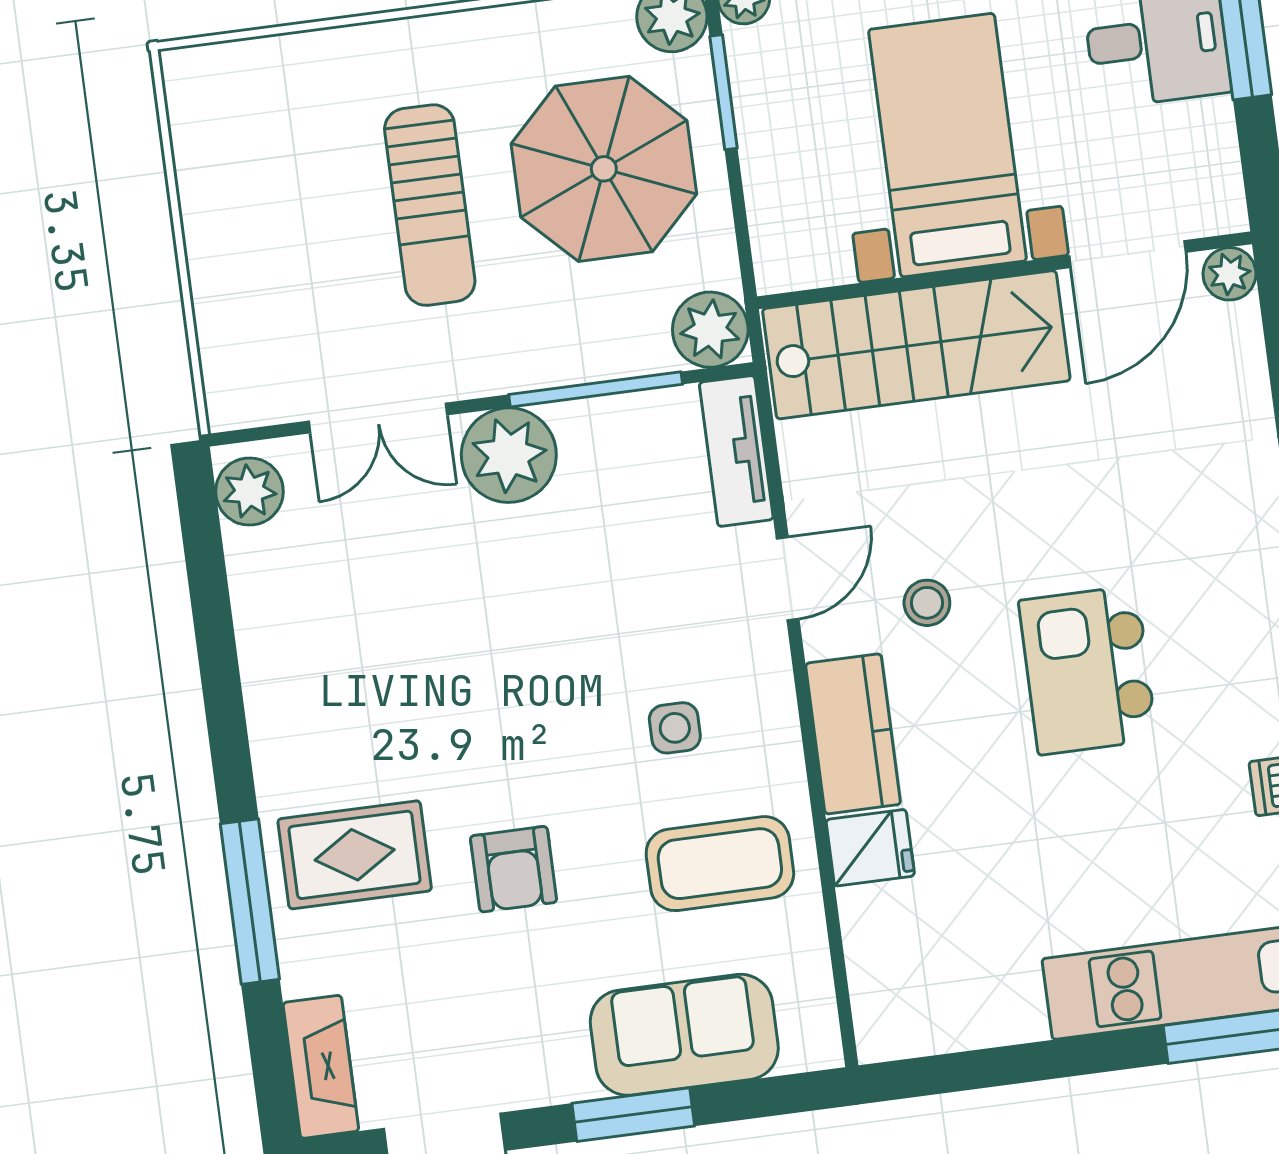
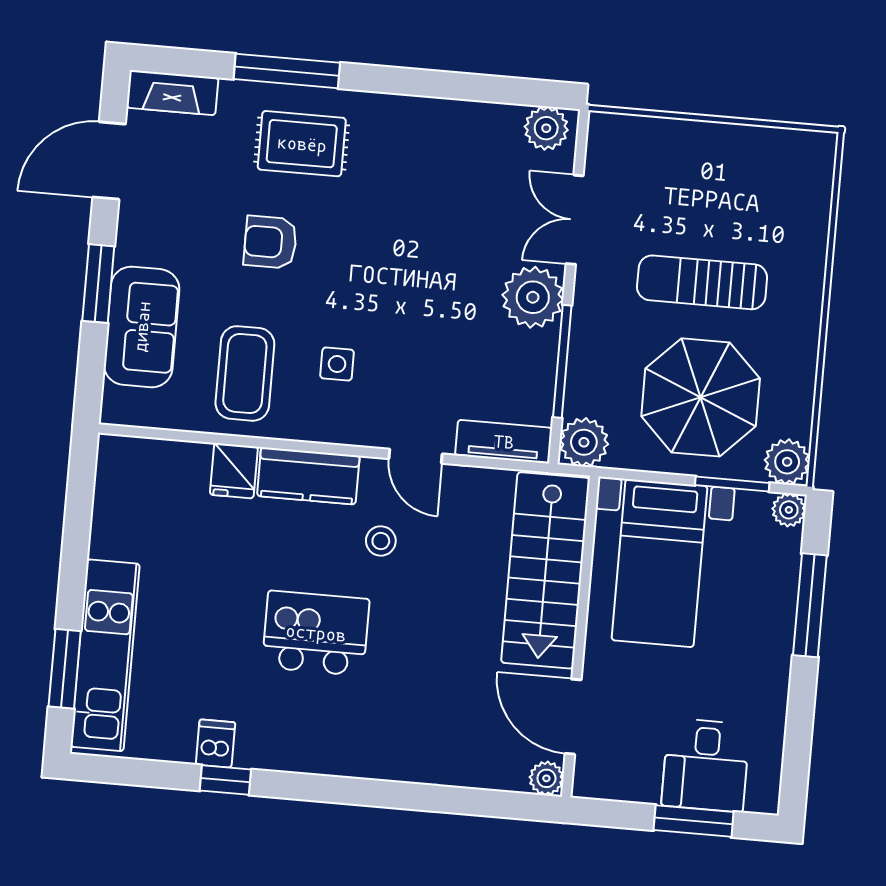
bed with nightstands: (947, 145) -> (660, 563), moved, turned 90
rug: (355, 855) -> (302, 144), turned 90

